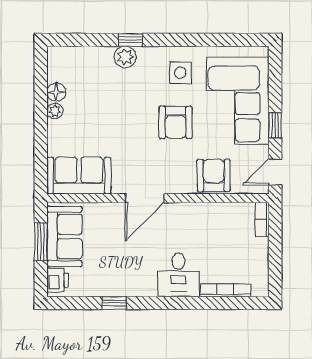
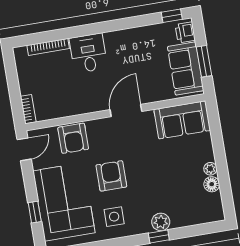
window: (275, 125) -> (35, 212), moved
window: (114, 303) -> (172, 16), moved

